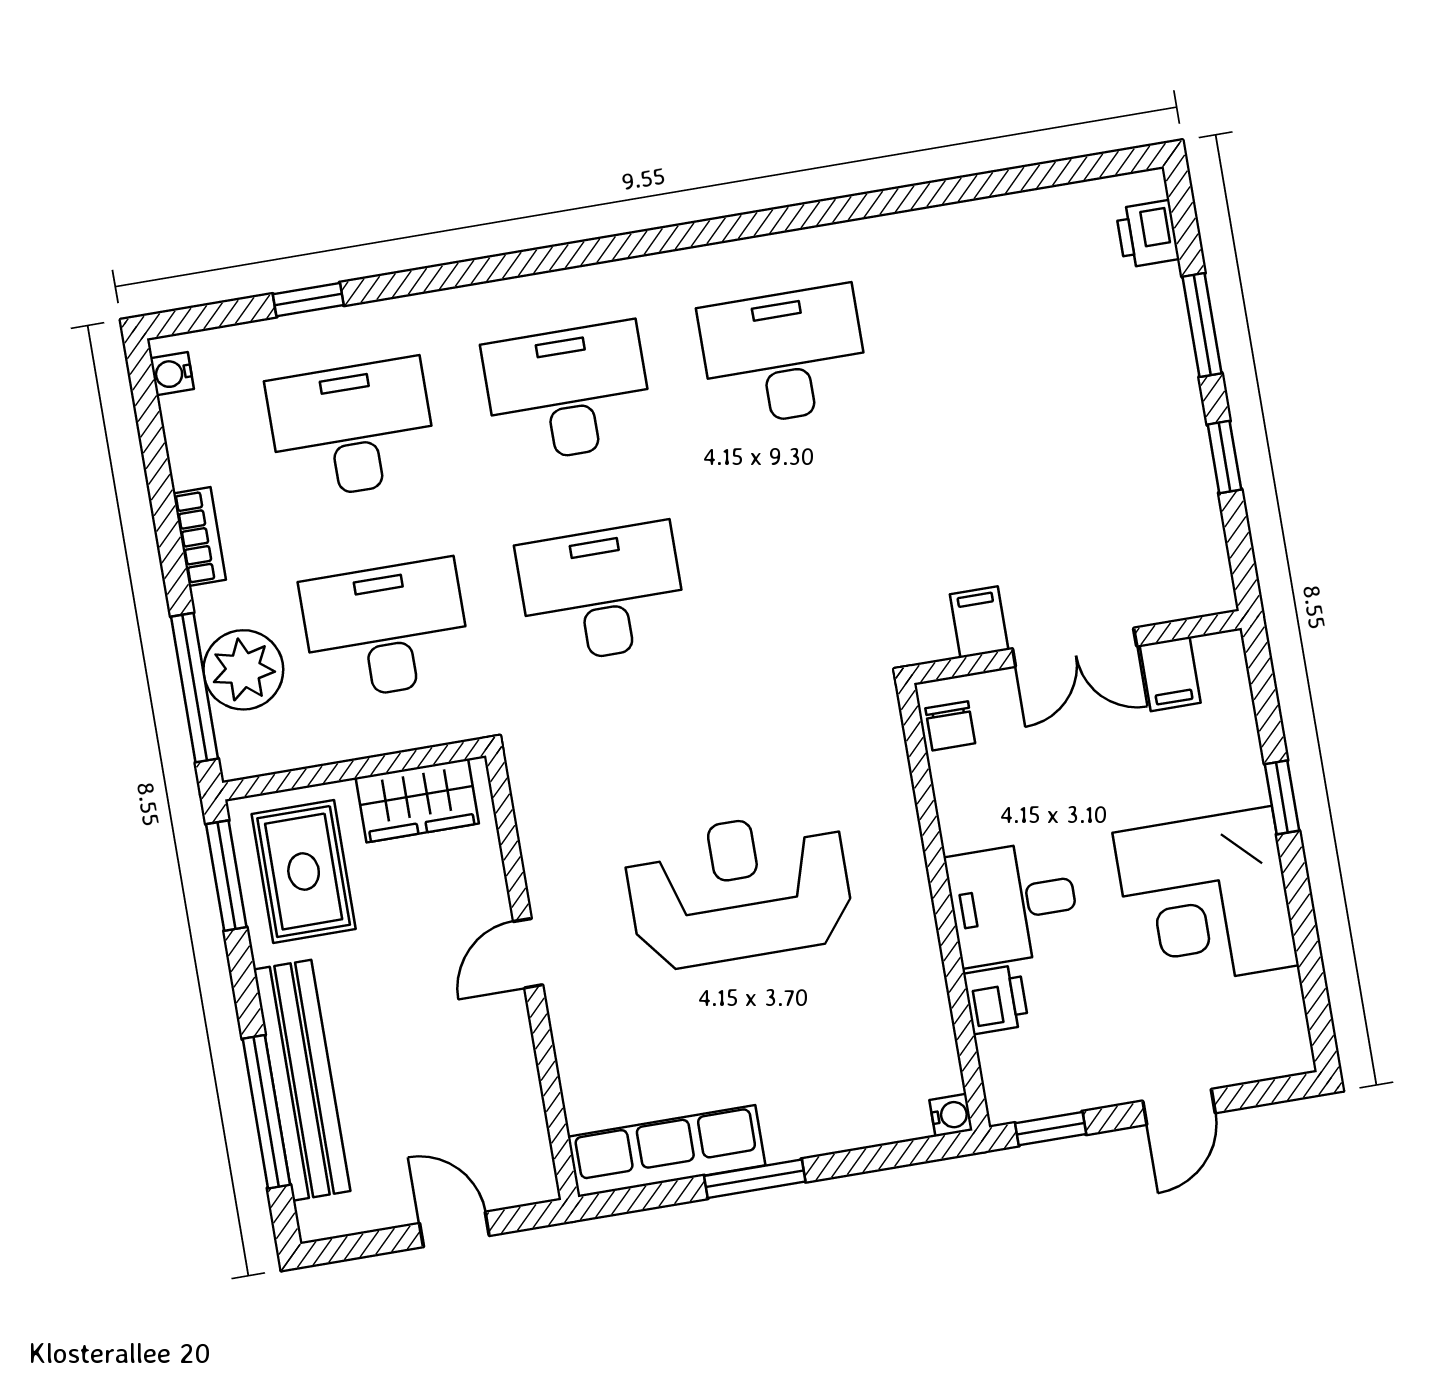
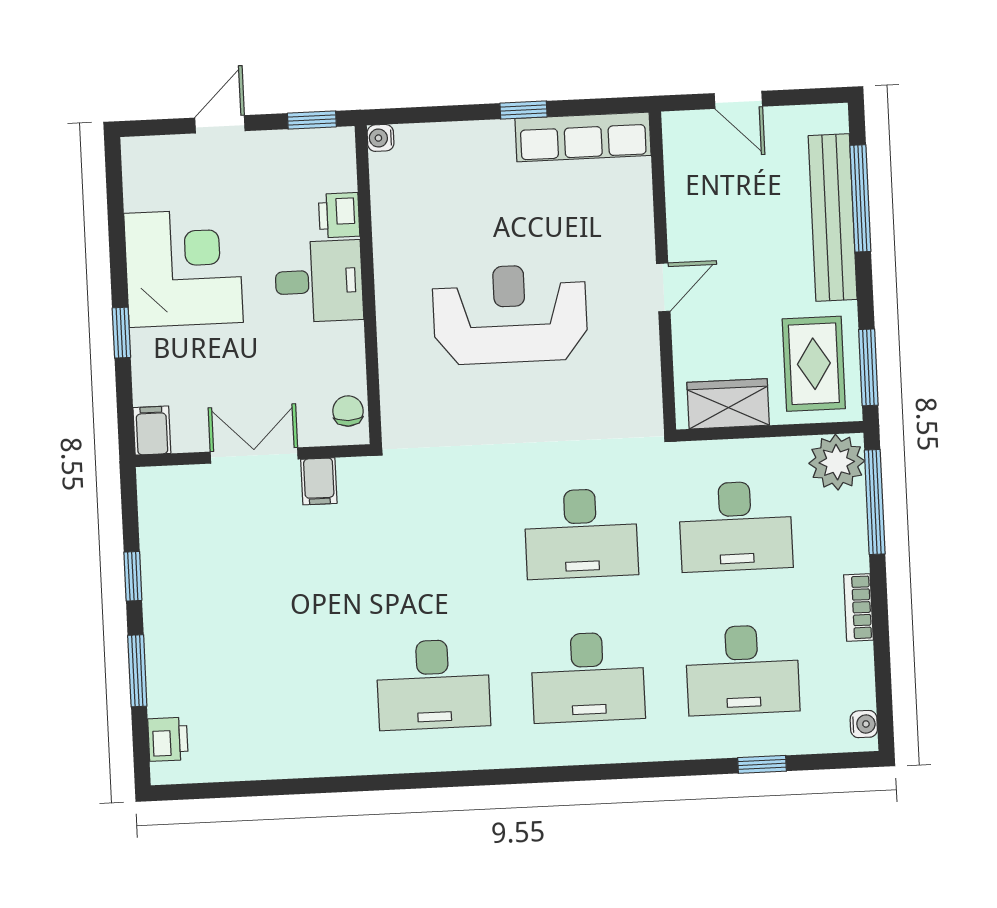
plant: (243, 670) -> (837, 462), moved
filing cabinet: (1170, 674) -> (152, 431), moved
reception desk: (739, 890) -> (510, 314), turned 180
window: (755, 1179) -> (524, 110), width x0.67

